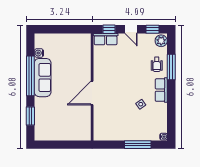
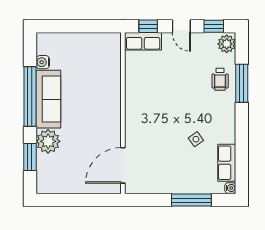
row of seats: (161, 90) -> (227, 163), moved
door: (92, 93) -> (123, 165), moved
plant: (42, 106) -> (48, 141), added

